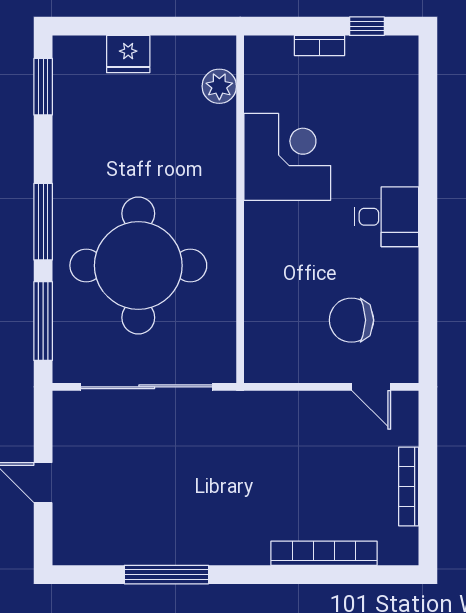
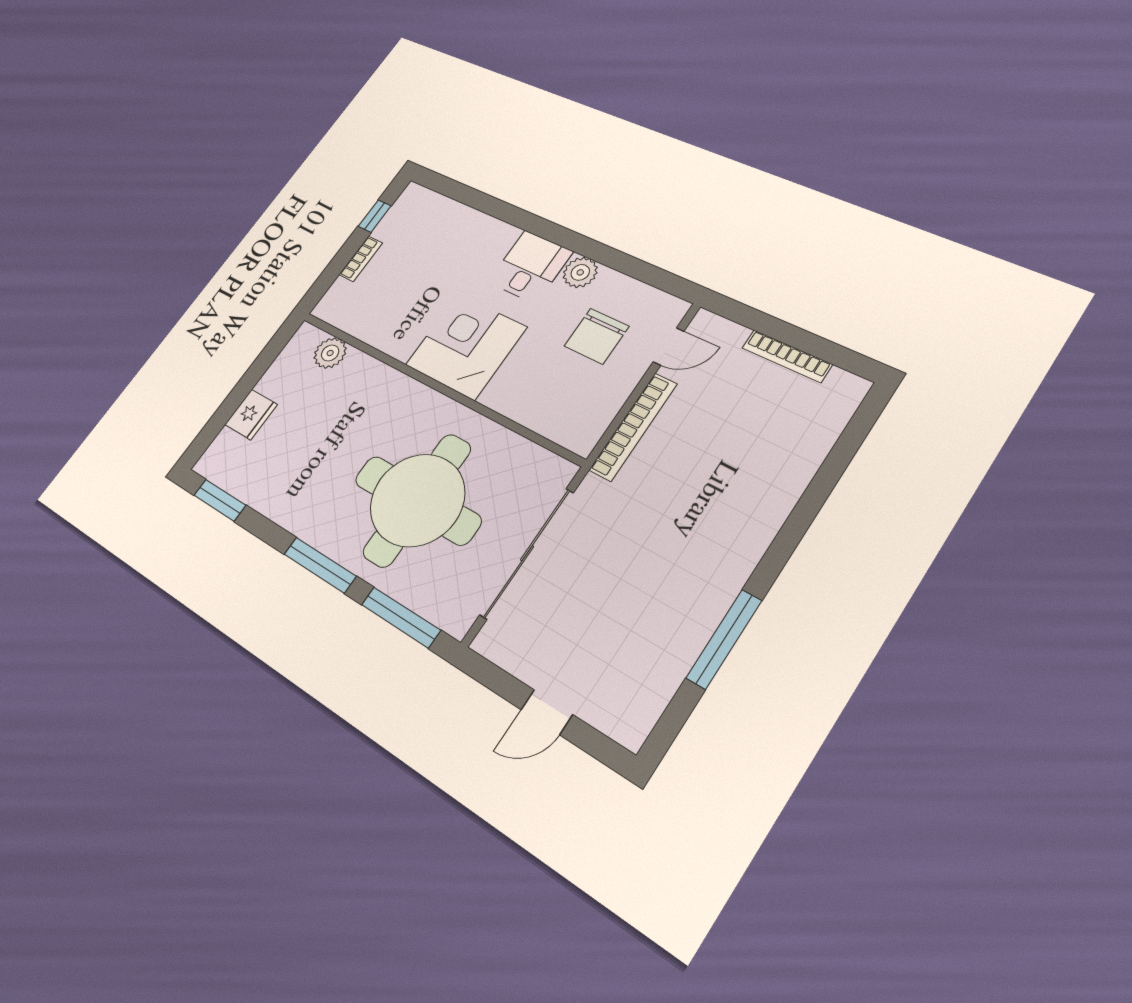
corner desk: (287, 157) -> (466, 346), moved
plant: (402, 266) -> (580, 272), added
bookcase: (324, 553) -> (633, 427), moved, turned 180

